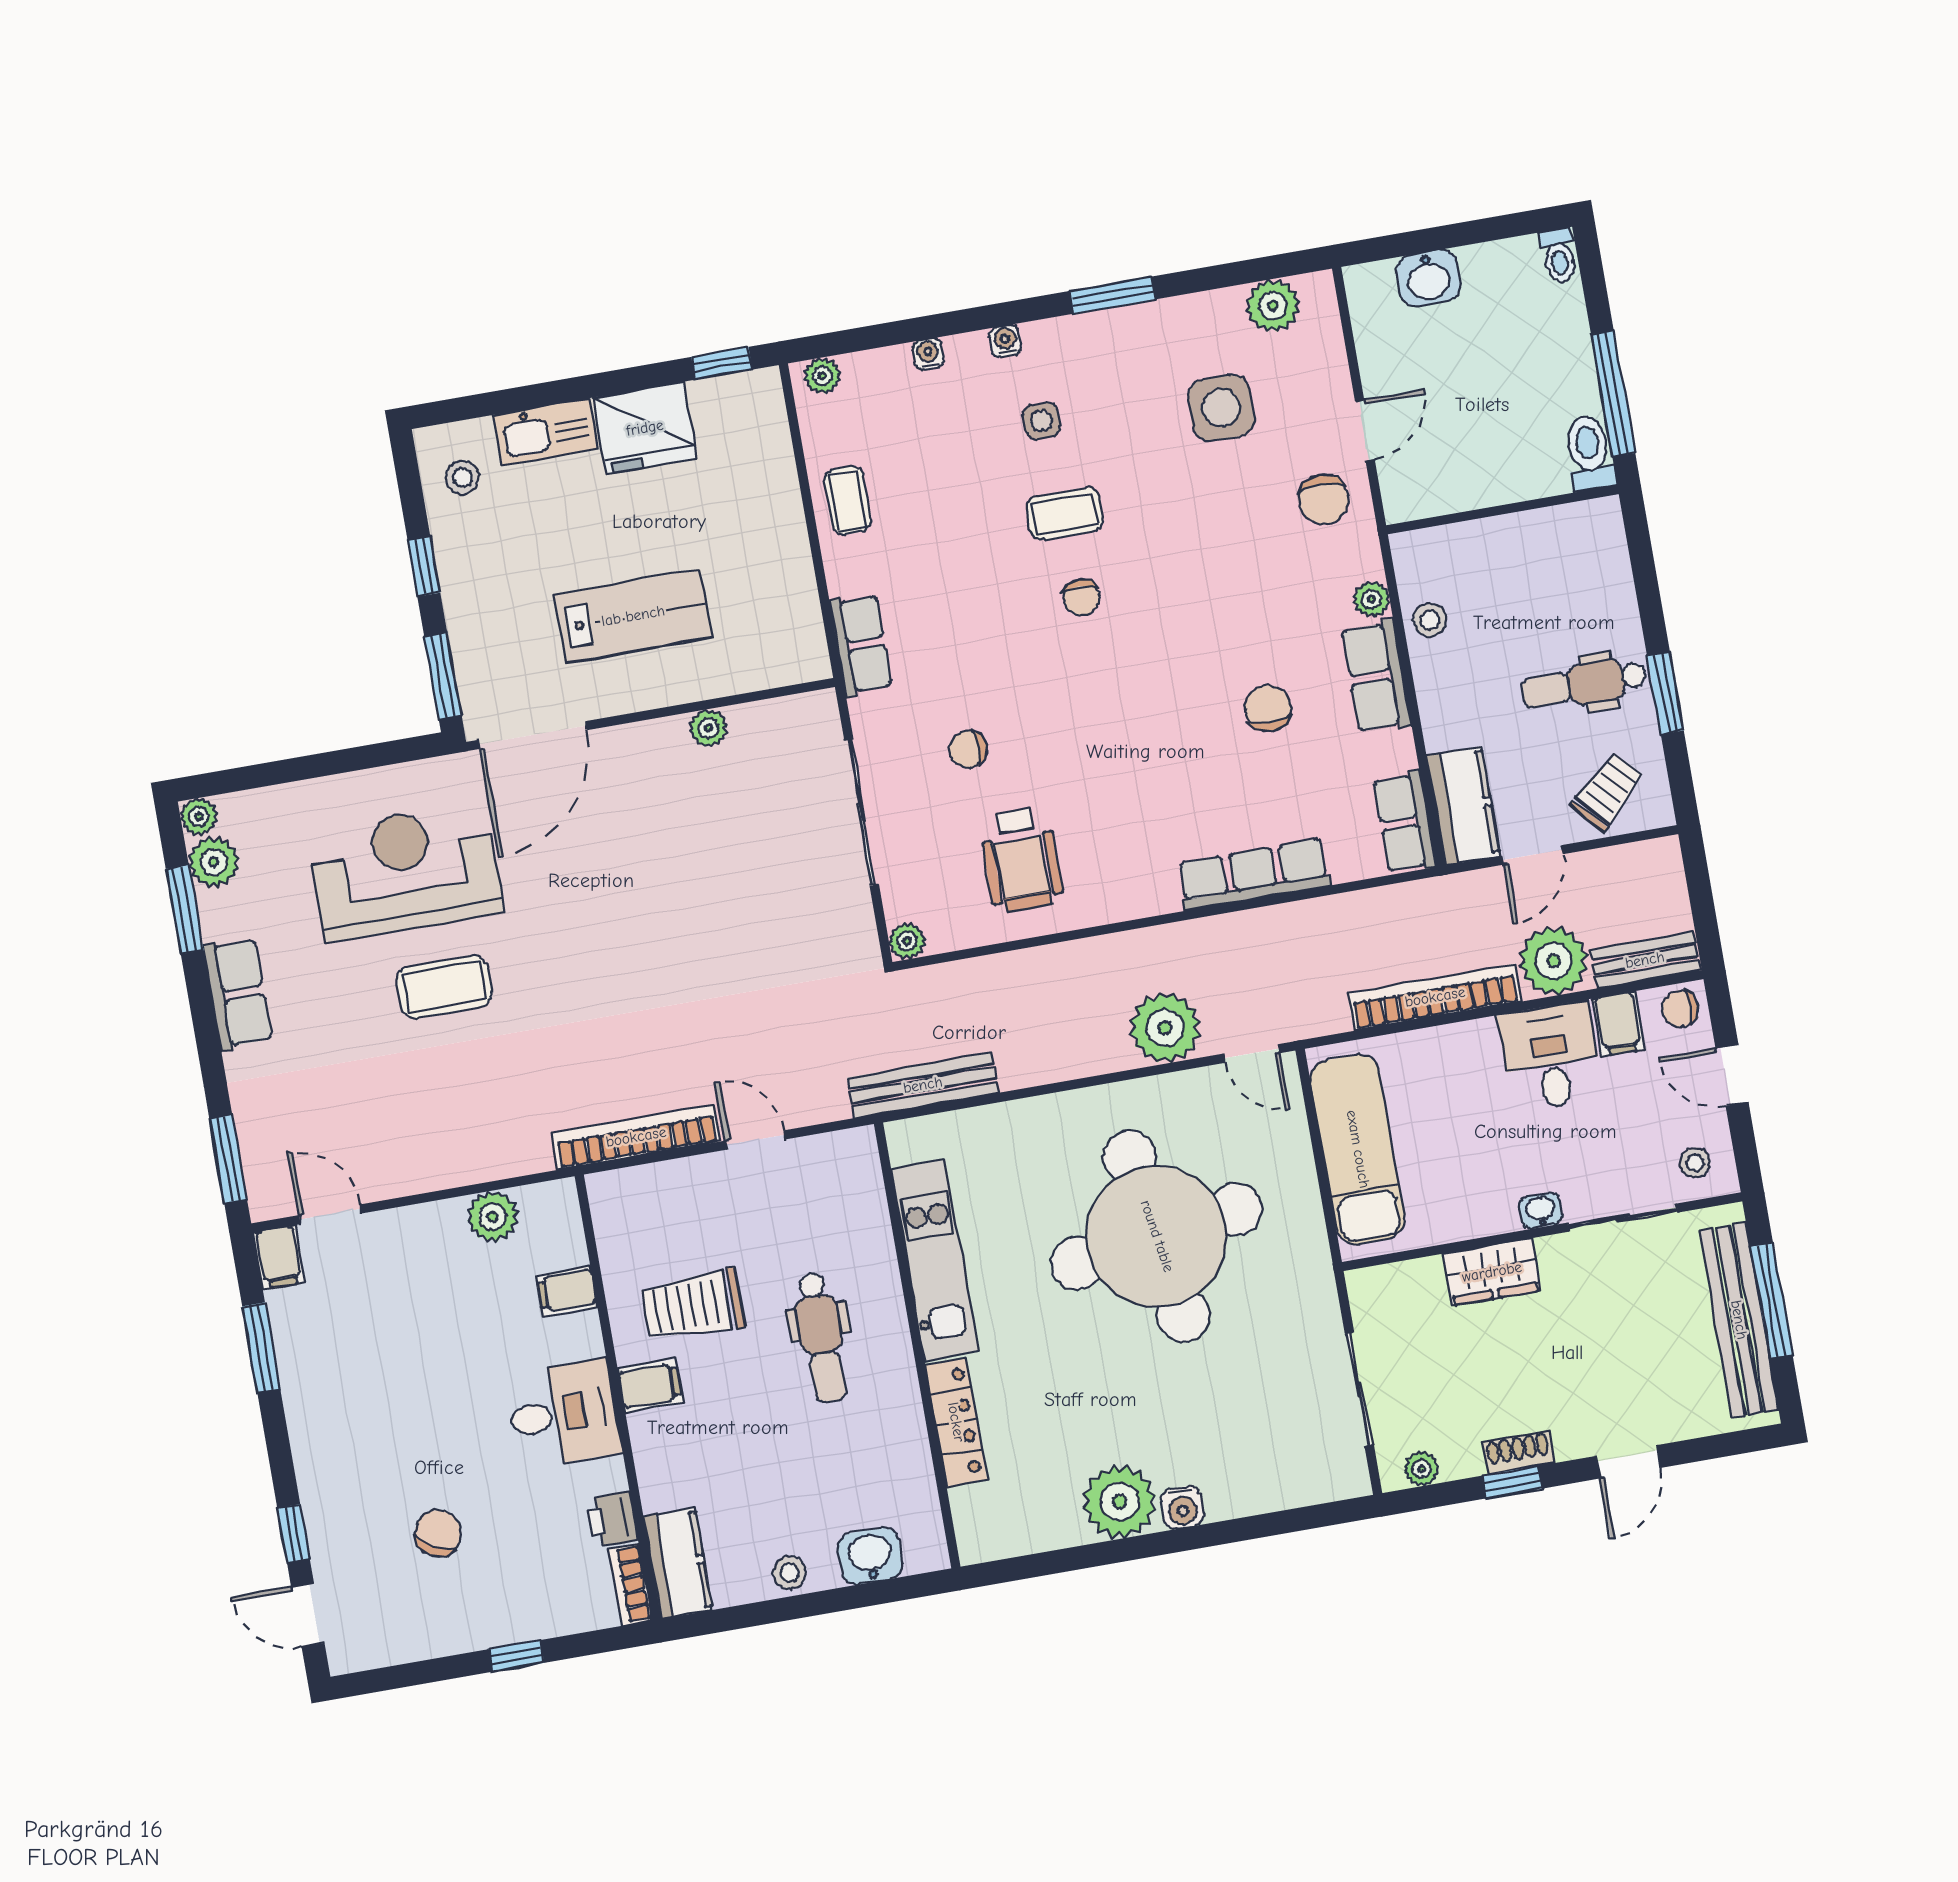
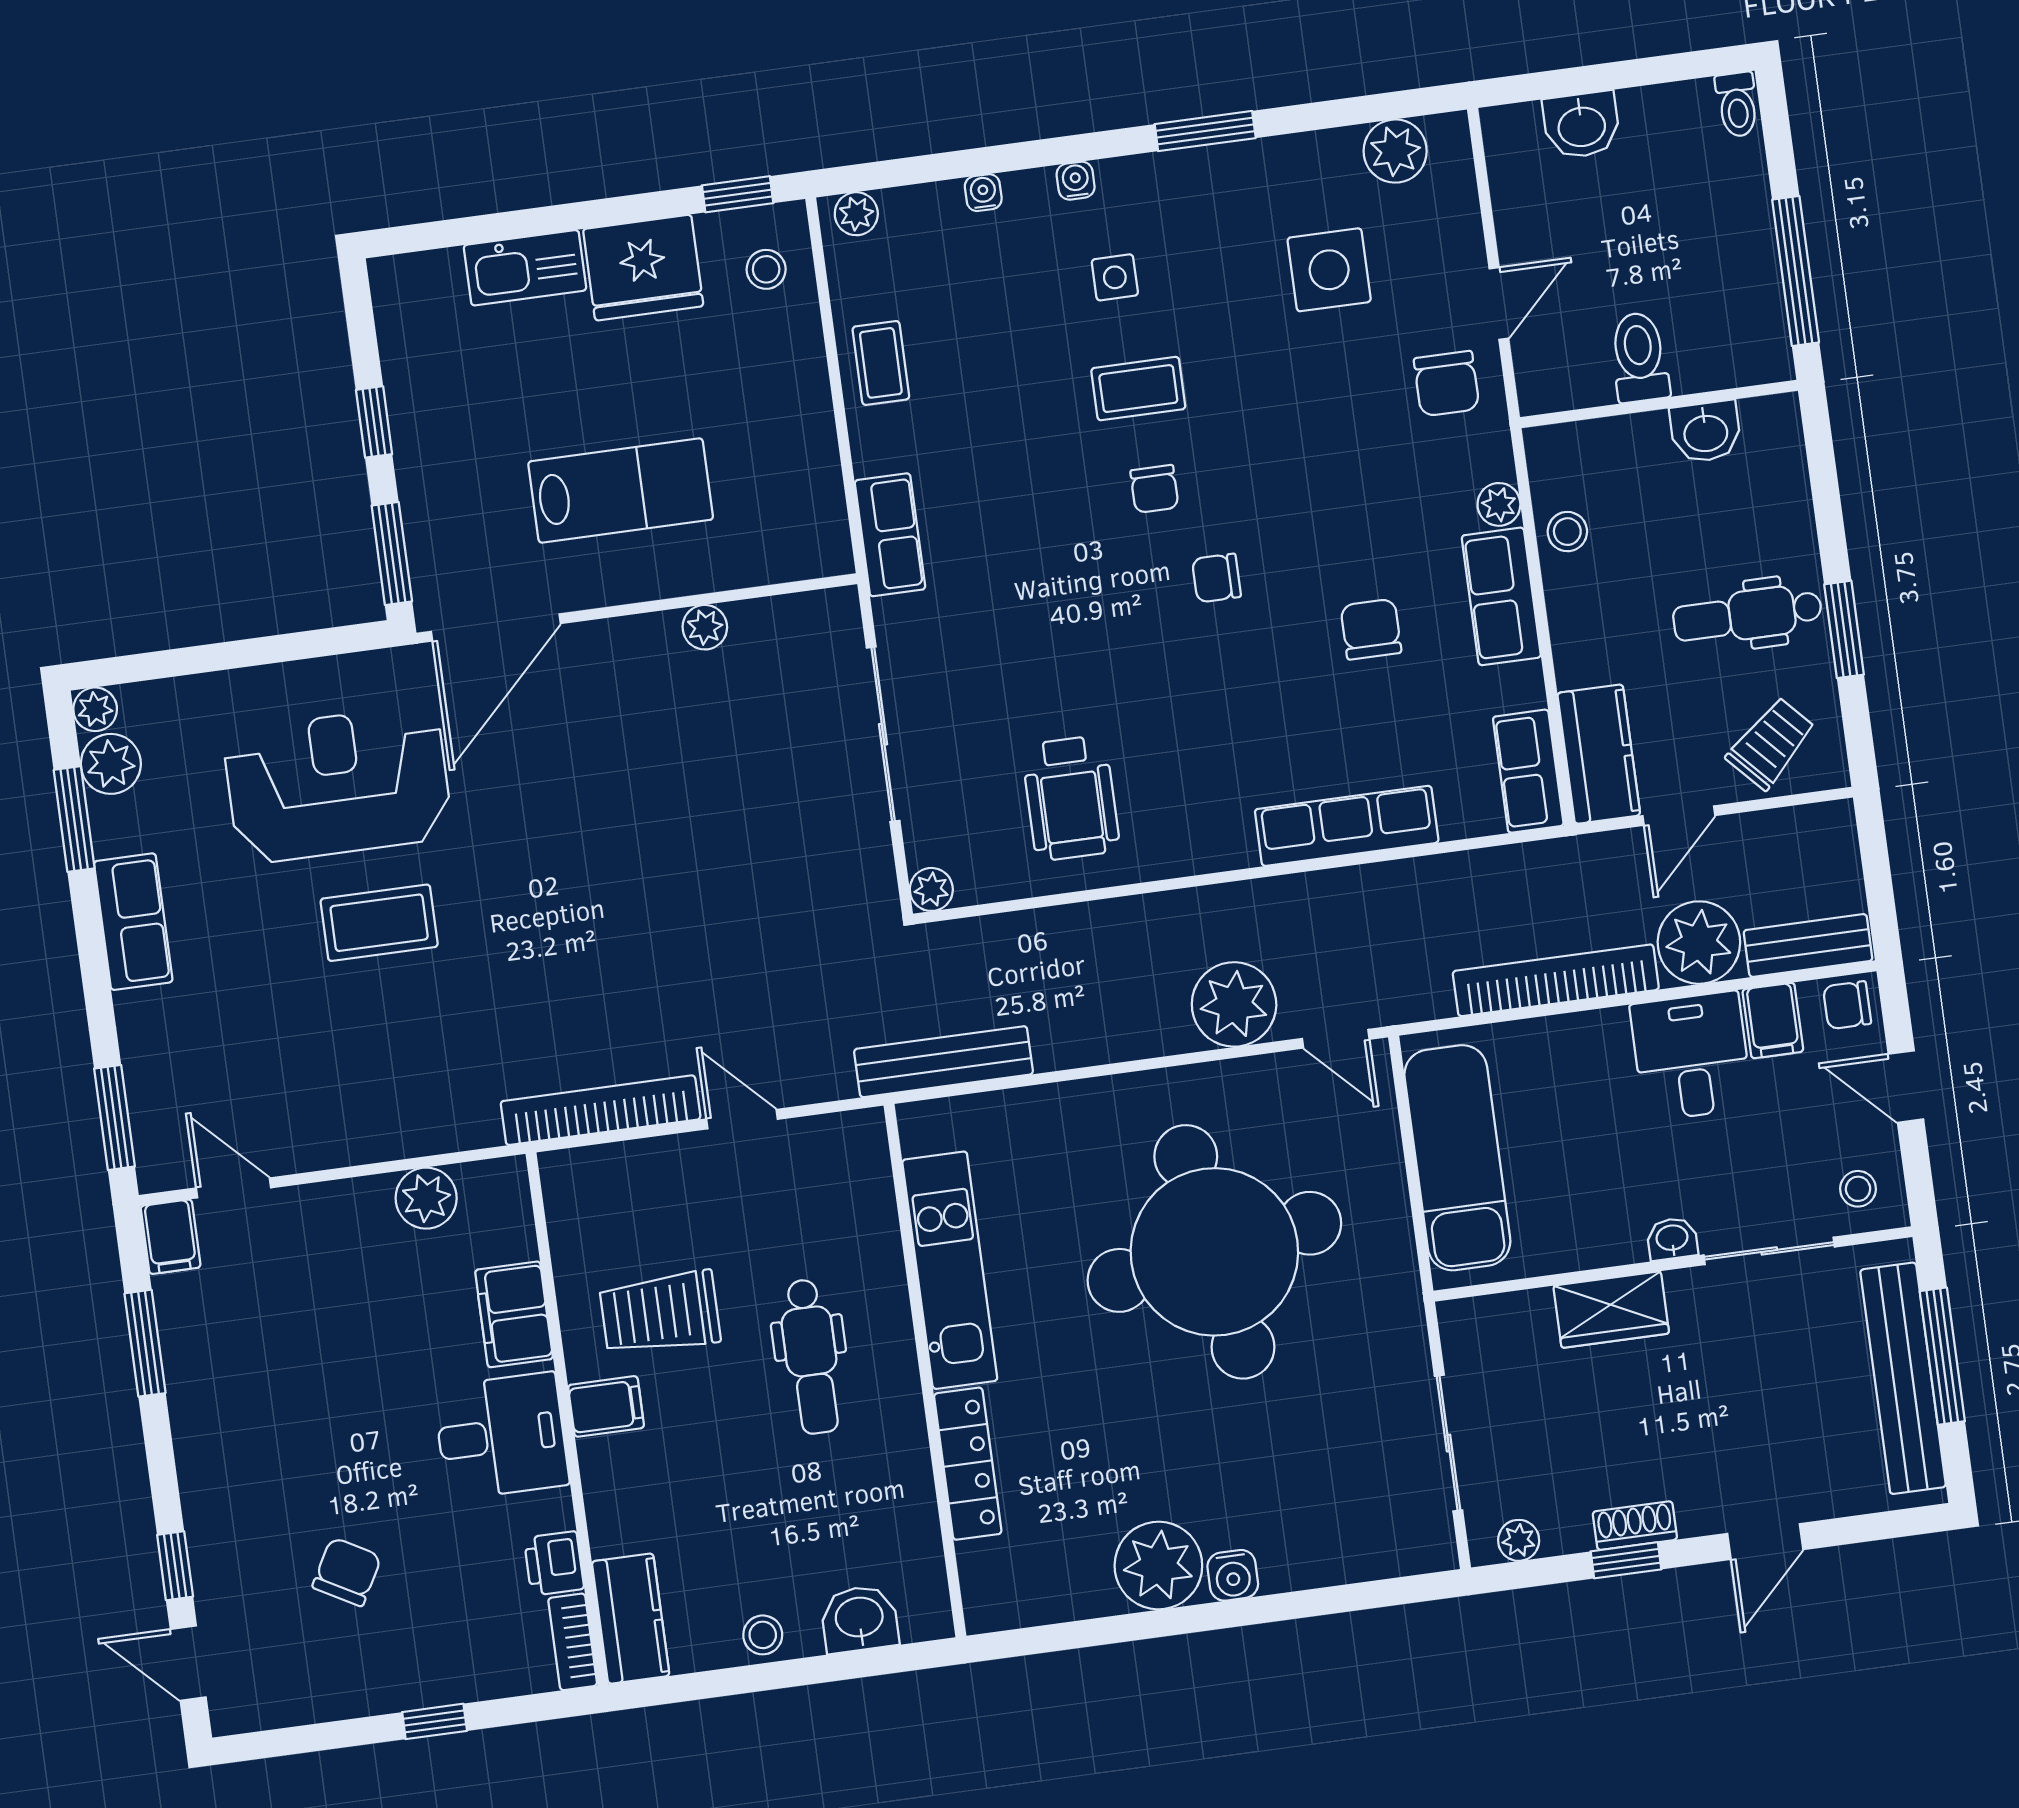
toilet: (1589, 453) -> (1639, 357), moved
stool: (462, 477) -> (766, 269), moved
washbasin: (1543, 532) -> (1706, 432), added
chair: (968, 749) -> (1216, 578), moved
filing cabinet: (567, 1291) -> (514, 1314), width x2.00

